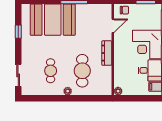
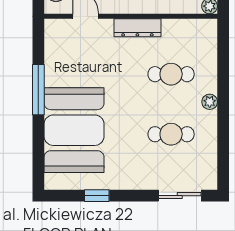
cafe table: (82, 71) -> (171, 74), width x0.73, depth x0.74

